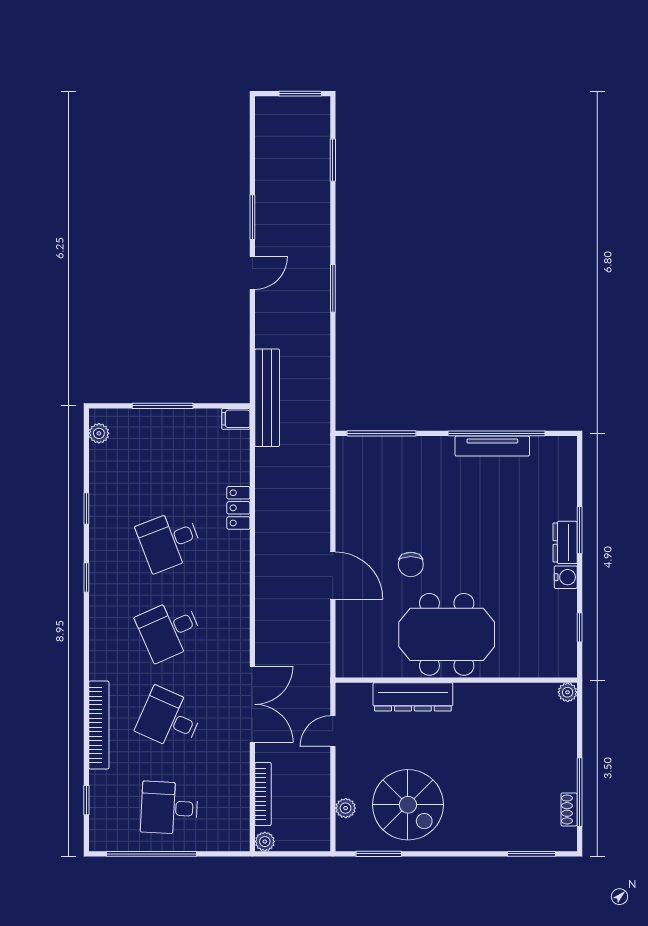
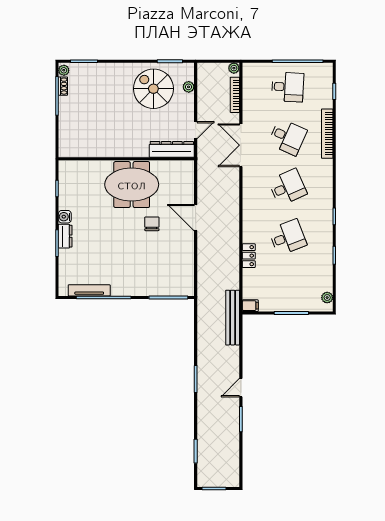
tv unit: (492, 446) -> (89, 290), moved
plant: (568, 692) -> (64, 70), moved
dresser: (413, 697) -> (172, 149), moved

